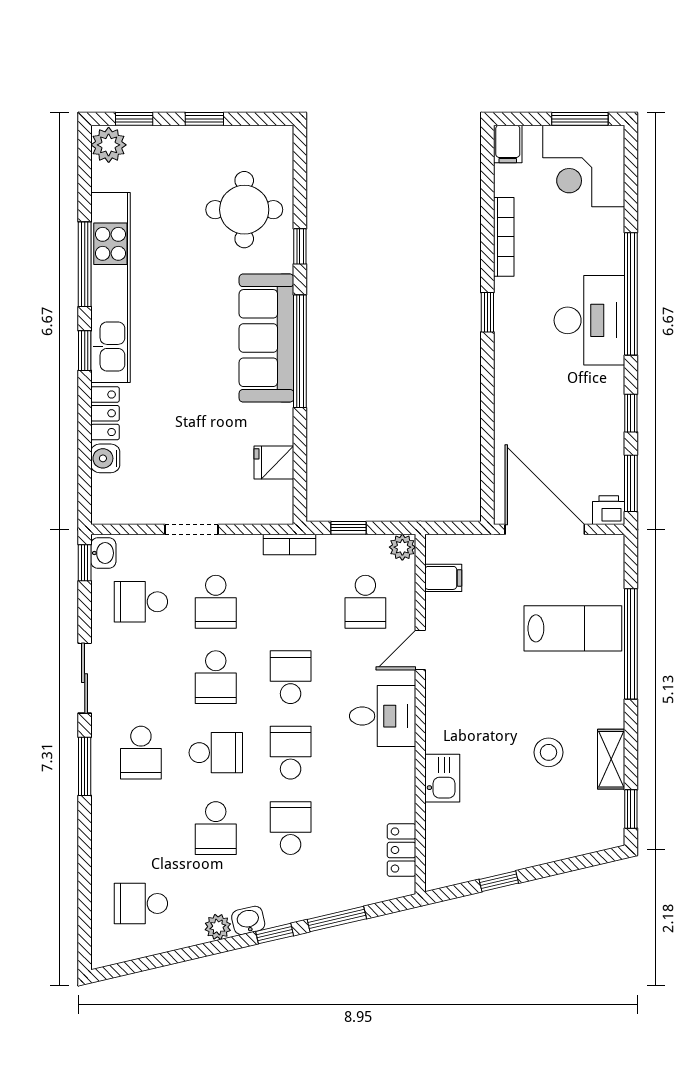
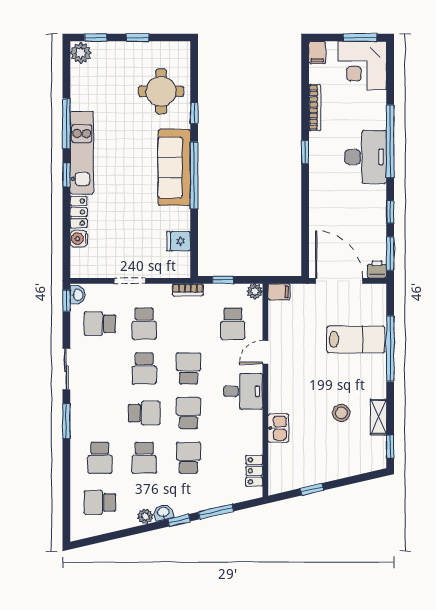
kitchen unit: (110, 288) -> (82, 153), width x0.73
filing cabinet: (443, 578) -> (279, 292), moved
school desk: (141, 753) -> (100, 458), moved

